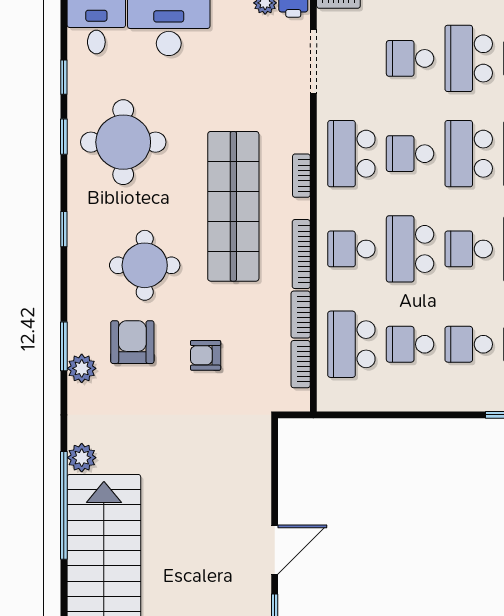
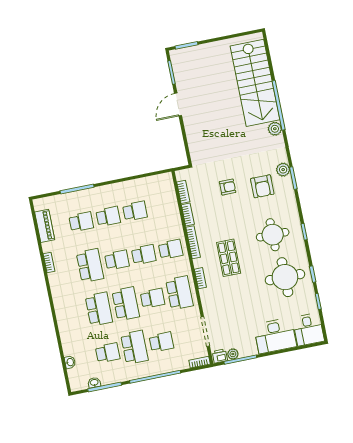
shop shelf: (233, 206) -> (229, 258), width x0.50, depth x0.74
school desk: (410, 249) -> (144, 255), width x0.54
round table: (145, 265) -> (273, 235), moved
school desk: (351, 344) -> (162, 206), removed

